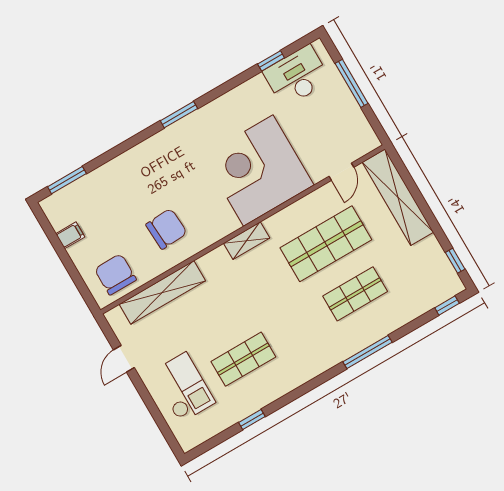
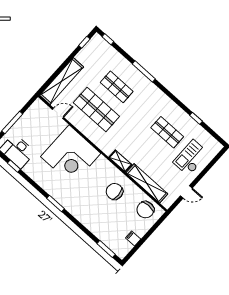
shelving: (247, 241) -> (120, 161), moved

